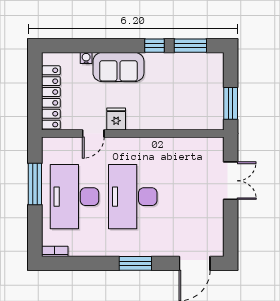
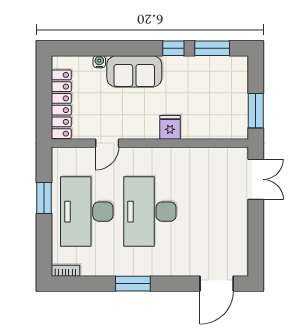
fridge: (116, 119) -> (170, 127), moved
double door: (231, 181) -> (256, 179), moved
window: (35, 184) -> (44, 198), width x0.69
window: (135, 263) -> (133, 284), moved

